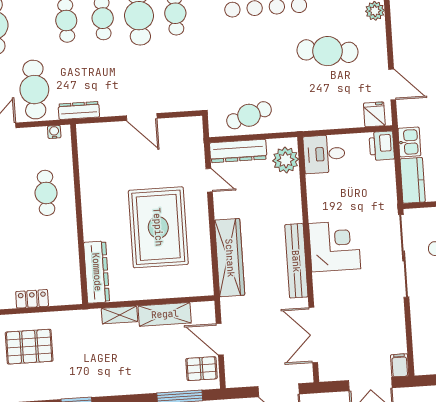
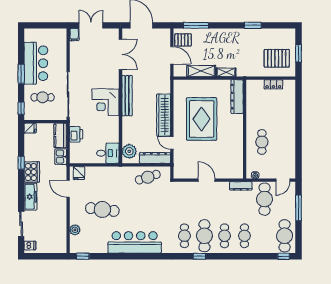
printer: (382, 146) -> (76, 134), moved
wardrobe: (230, 258) -> (164, 115), moved

